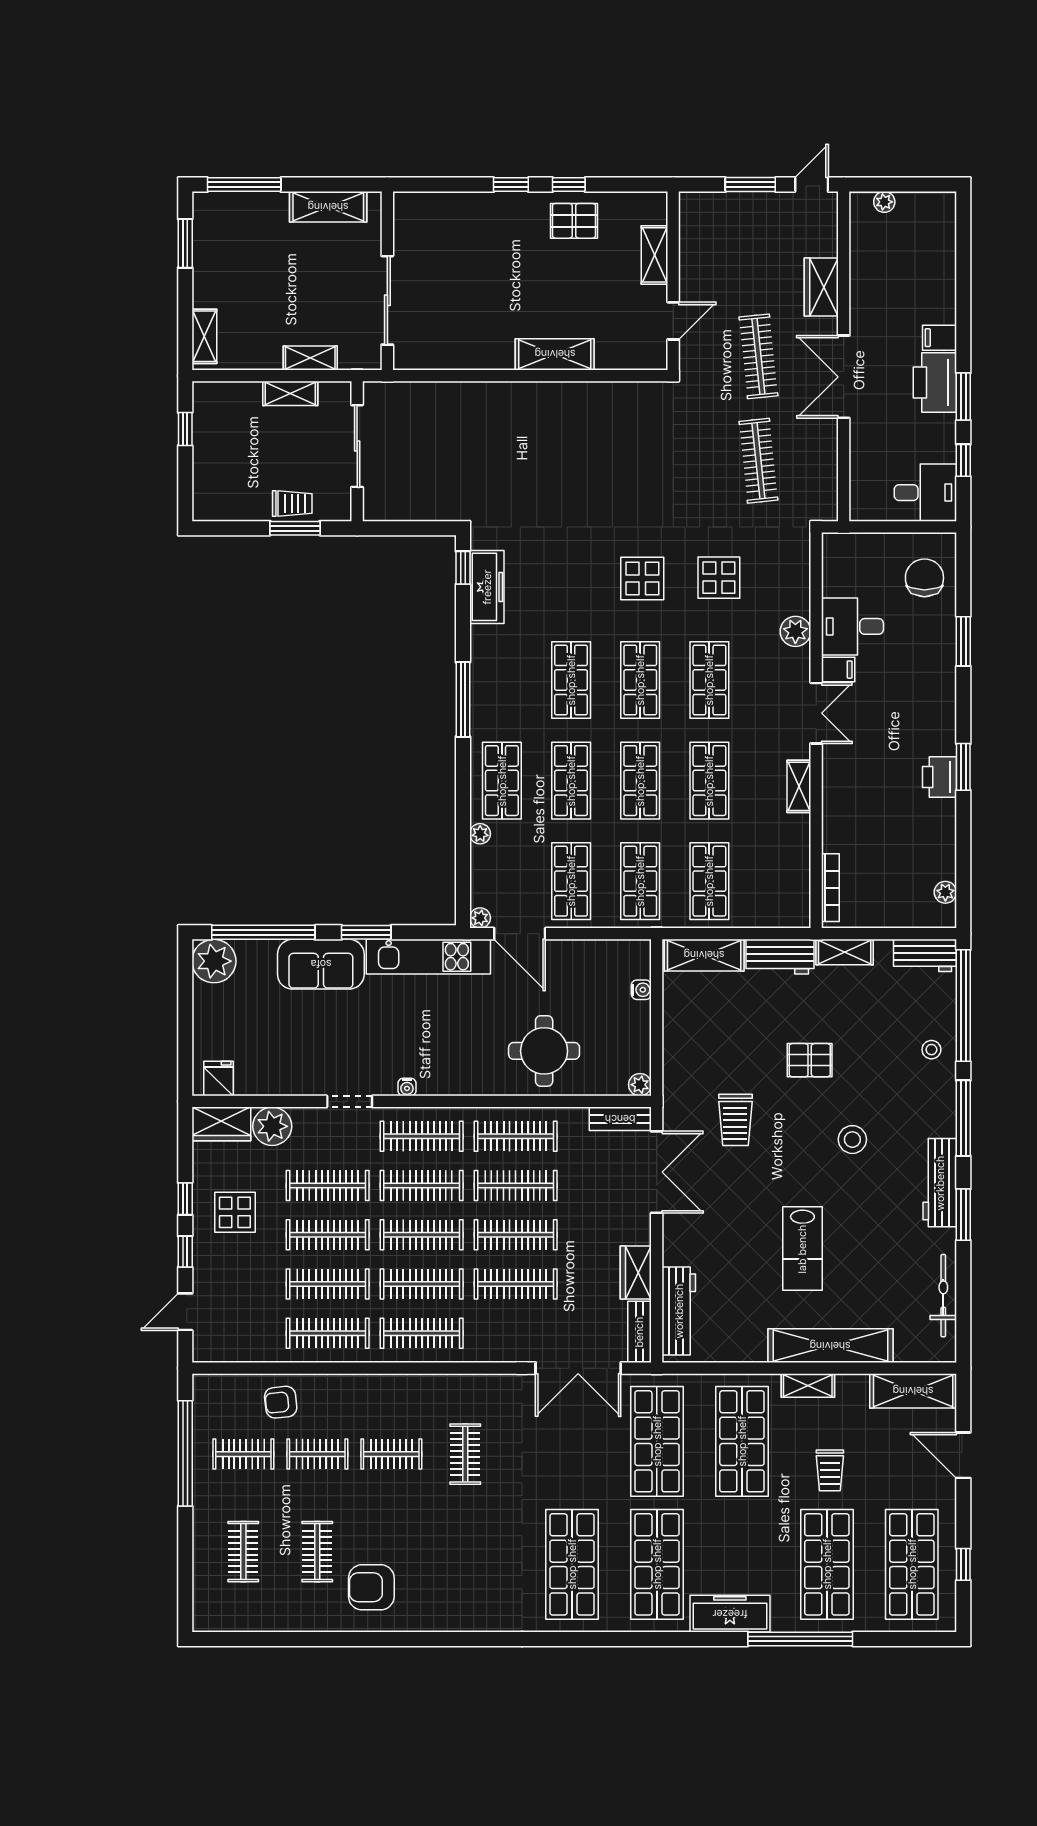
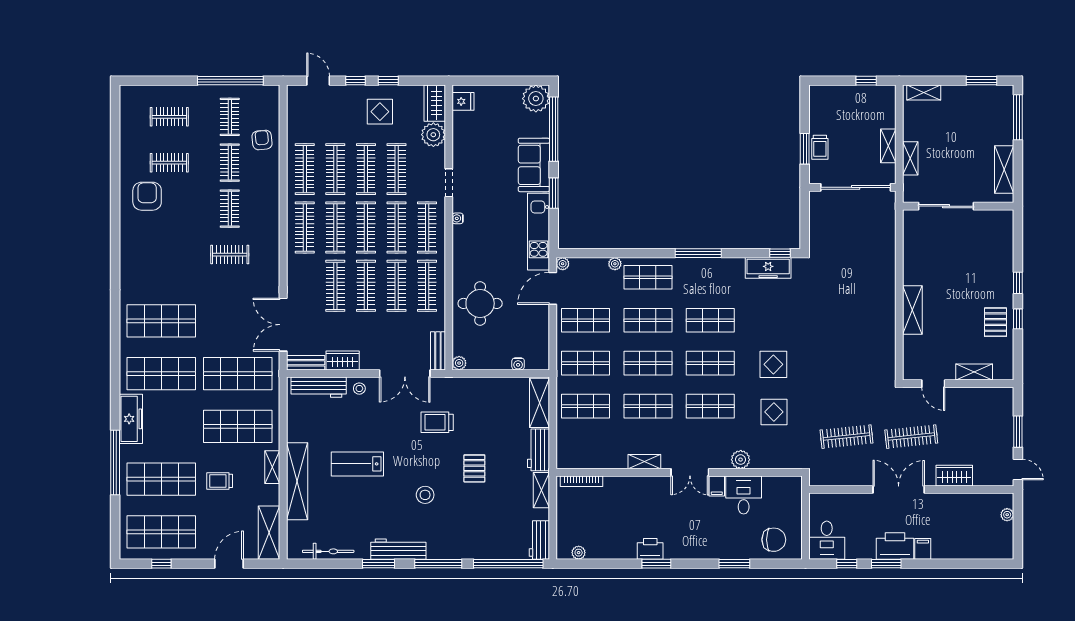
sliding door: (357, 446) -> (856, 187), width x1.36
stool: (931, 1050) -> (359, 389), moved

